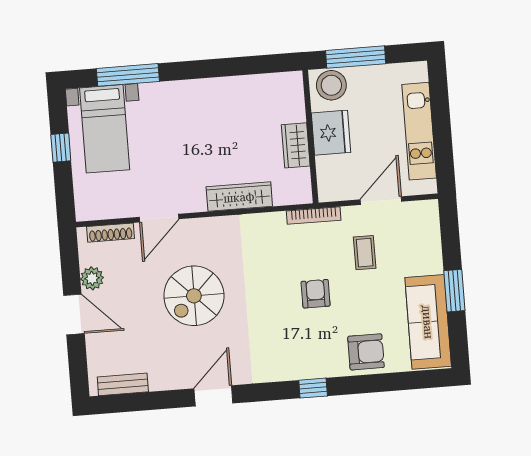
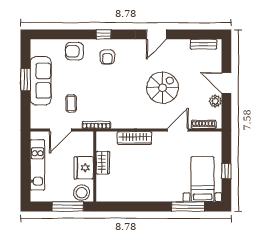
armchair: (316, 294) -> (107, 57), moved
sofa: (428, 322) -> (41, 81), moved

